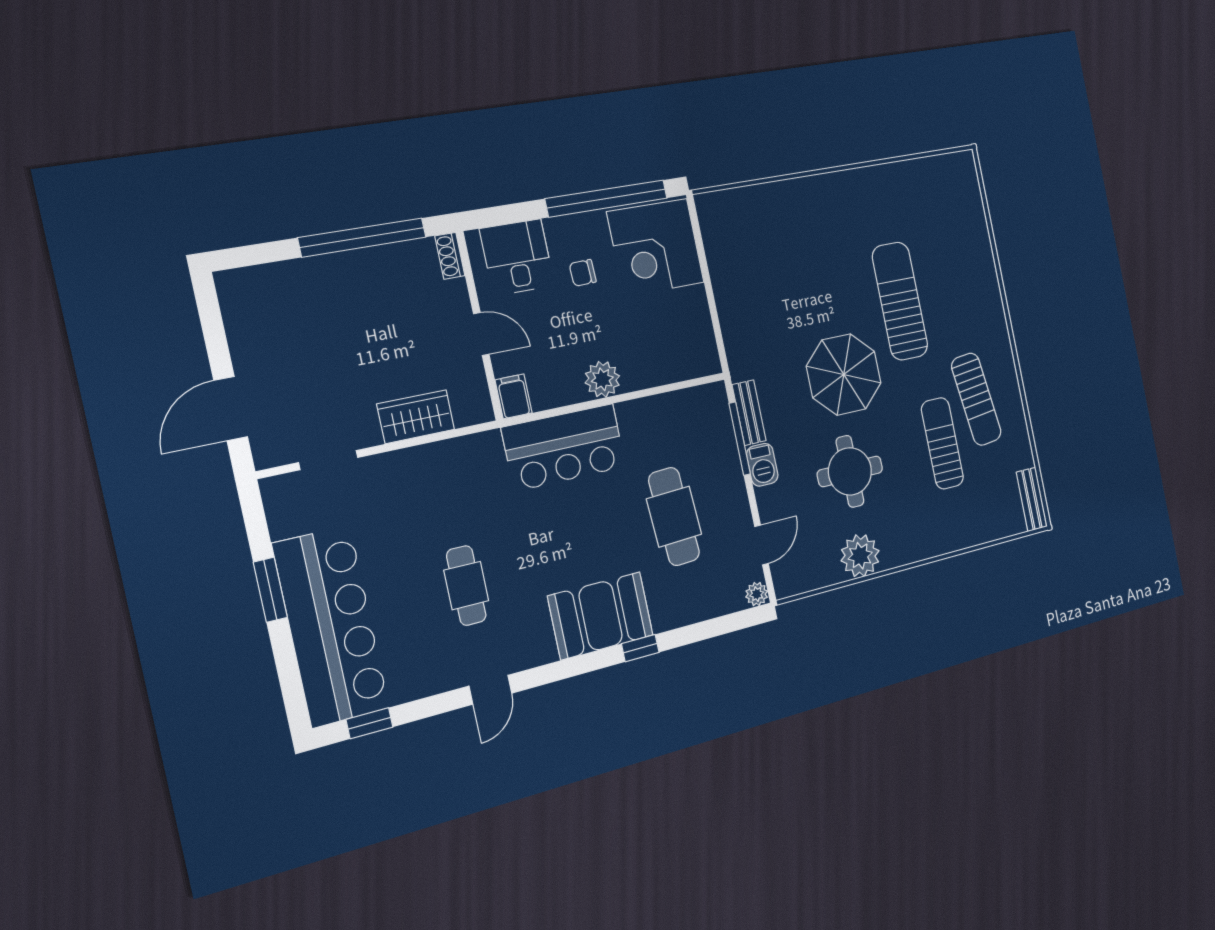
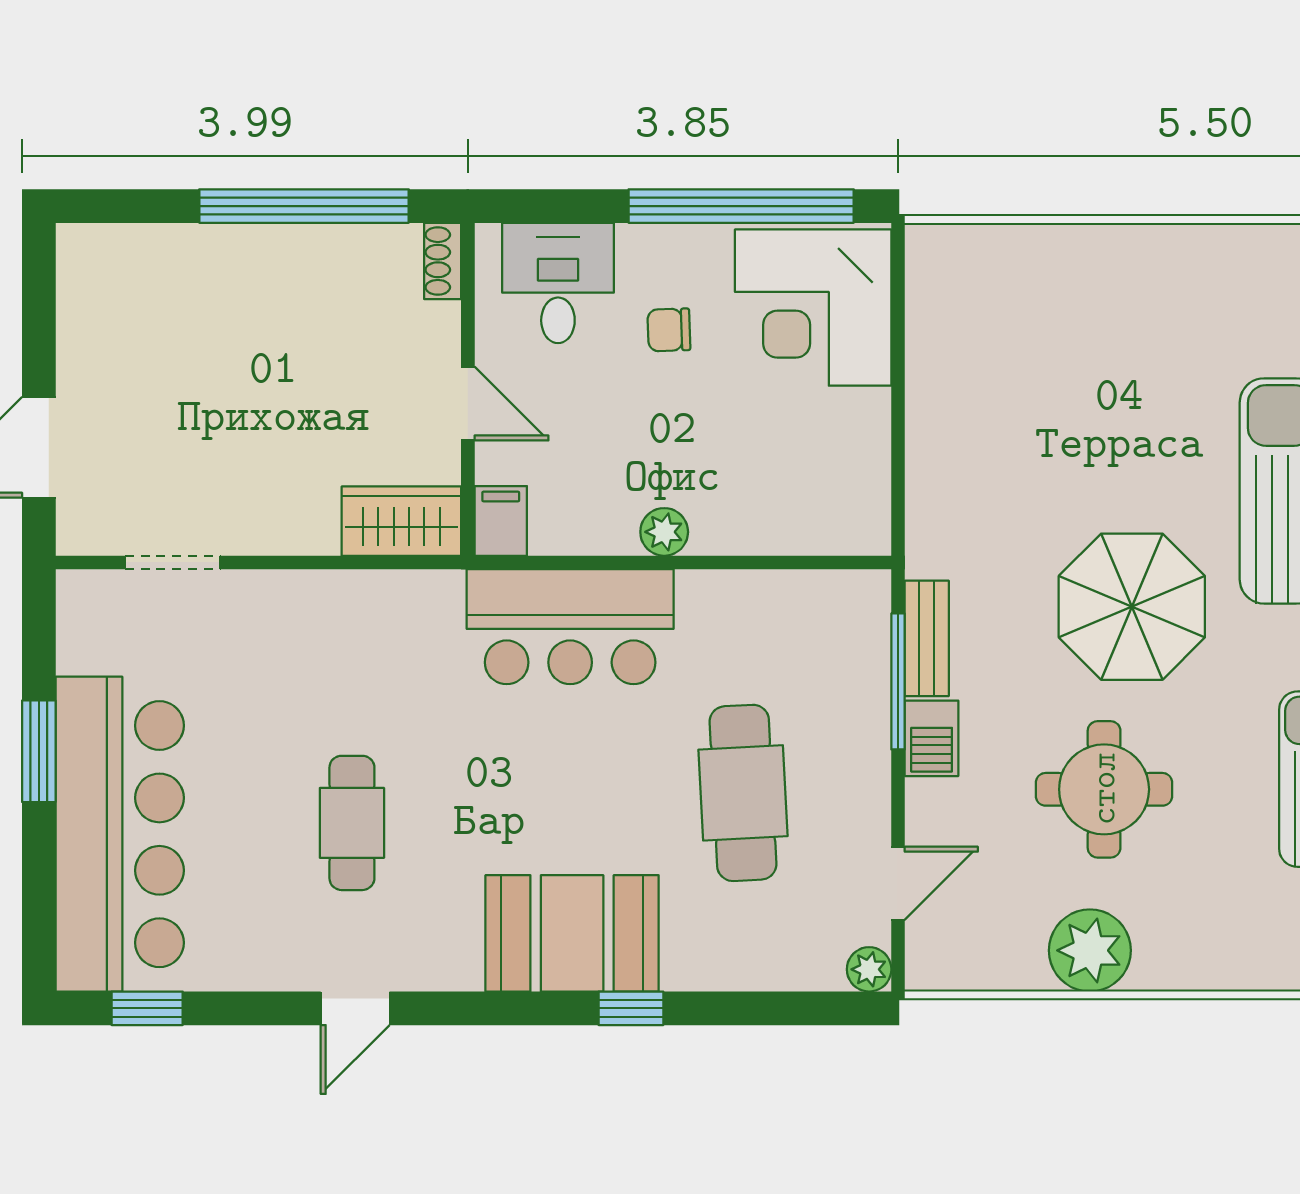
plant: (602, 379) -> (664, 532), width x0.73, depth x0.73
wardrobe: (416, 417) -> (401, 521), moved

